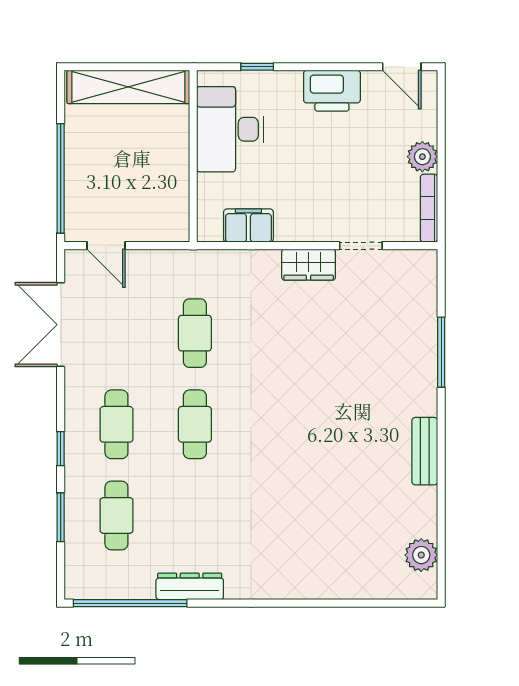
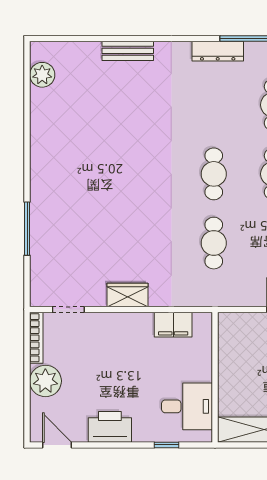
desk: (230, 129) -> (187, 406), width x0.73
plant: (422, 157) -> (45, 381), width x1.36, depth x1.36
doorway: (361, 246) -> (68, 309), moved
bench: (425, 451) -> (128, 51), moved, turned 90

